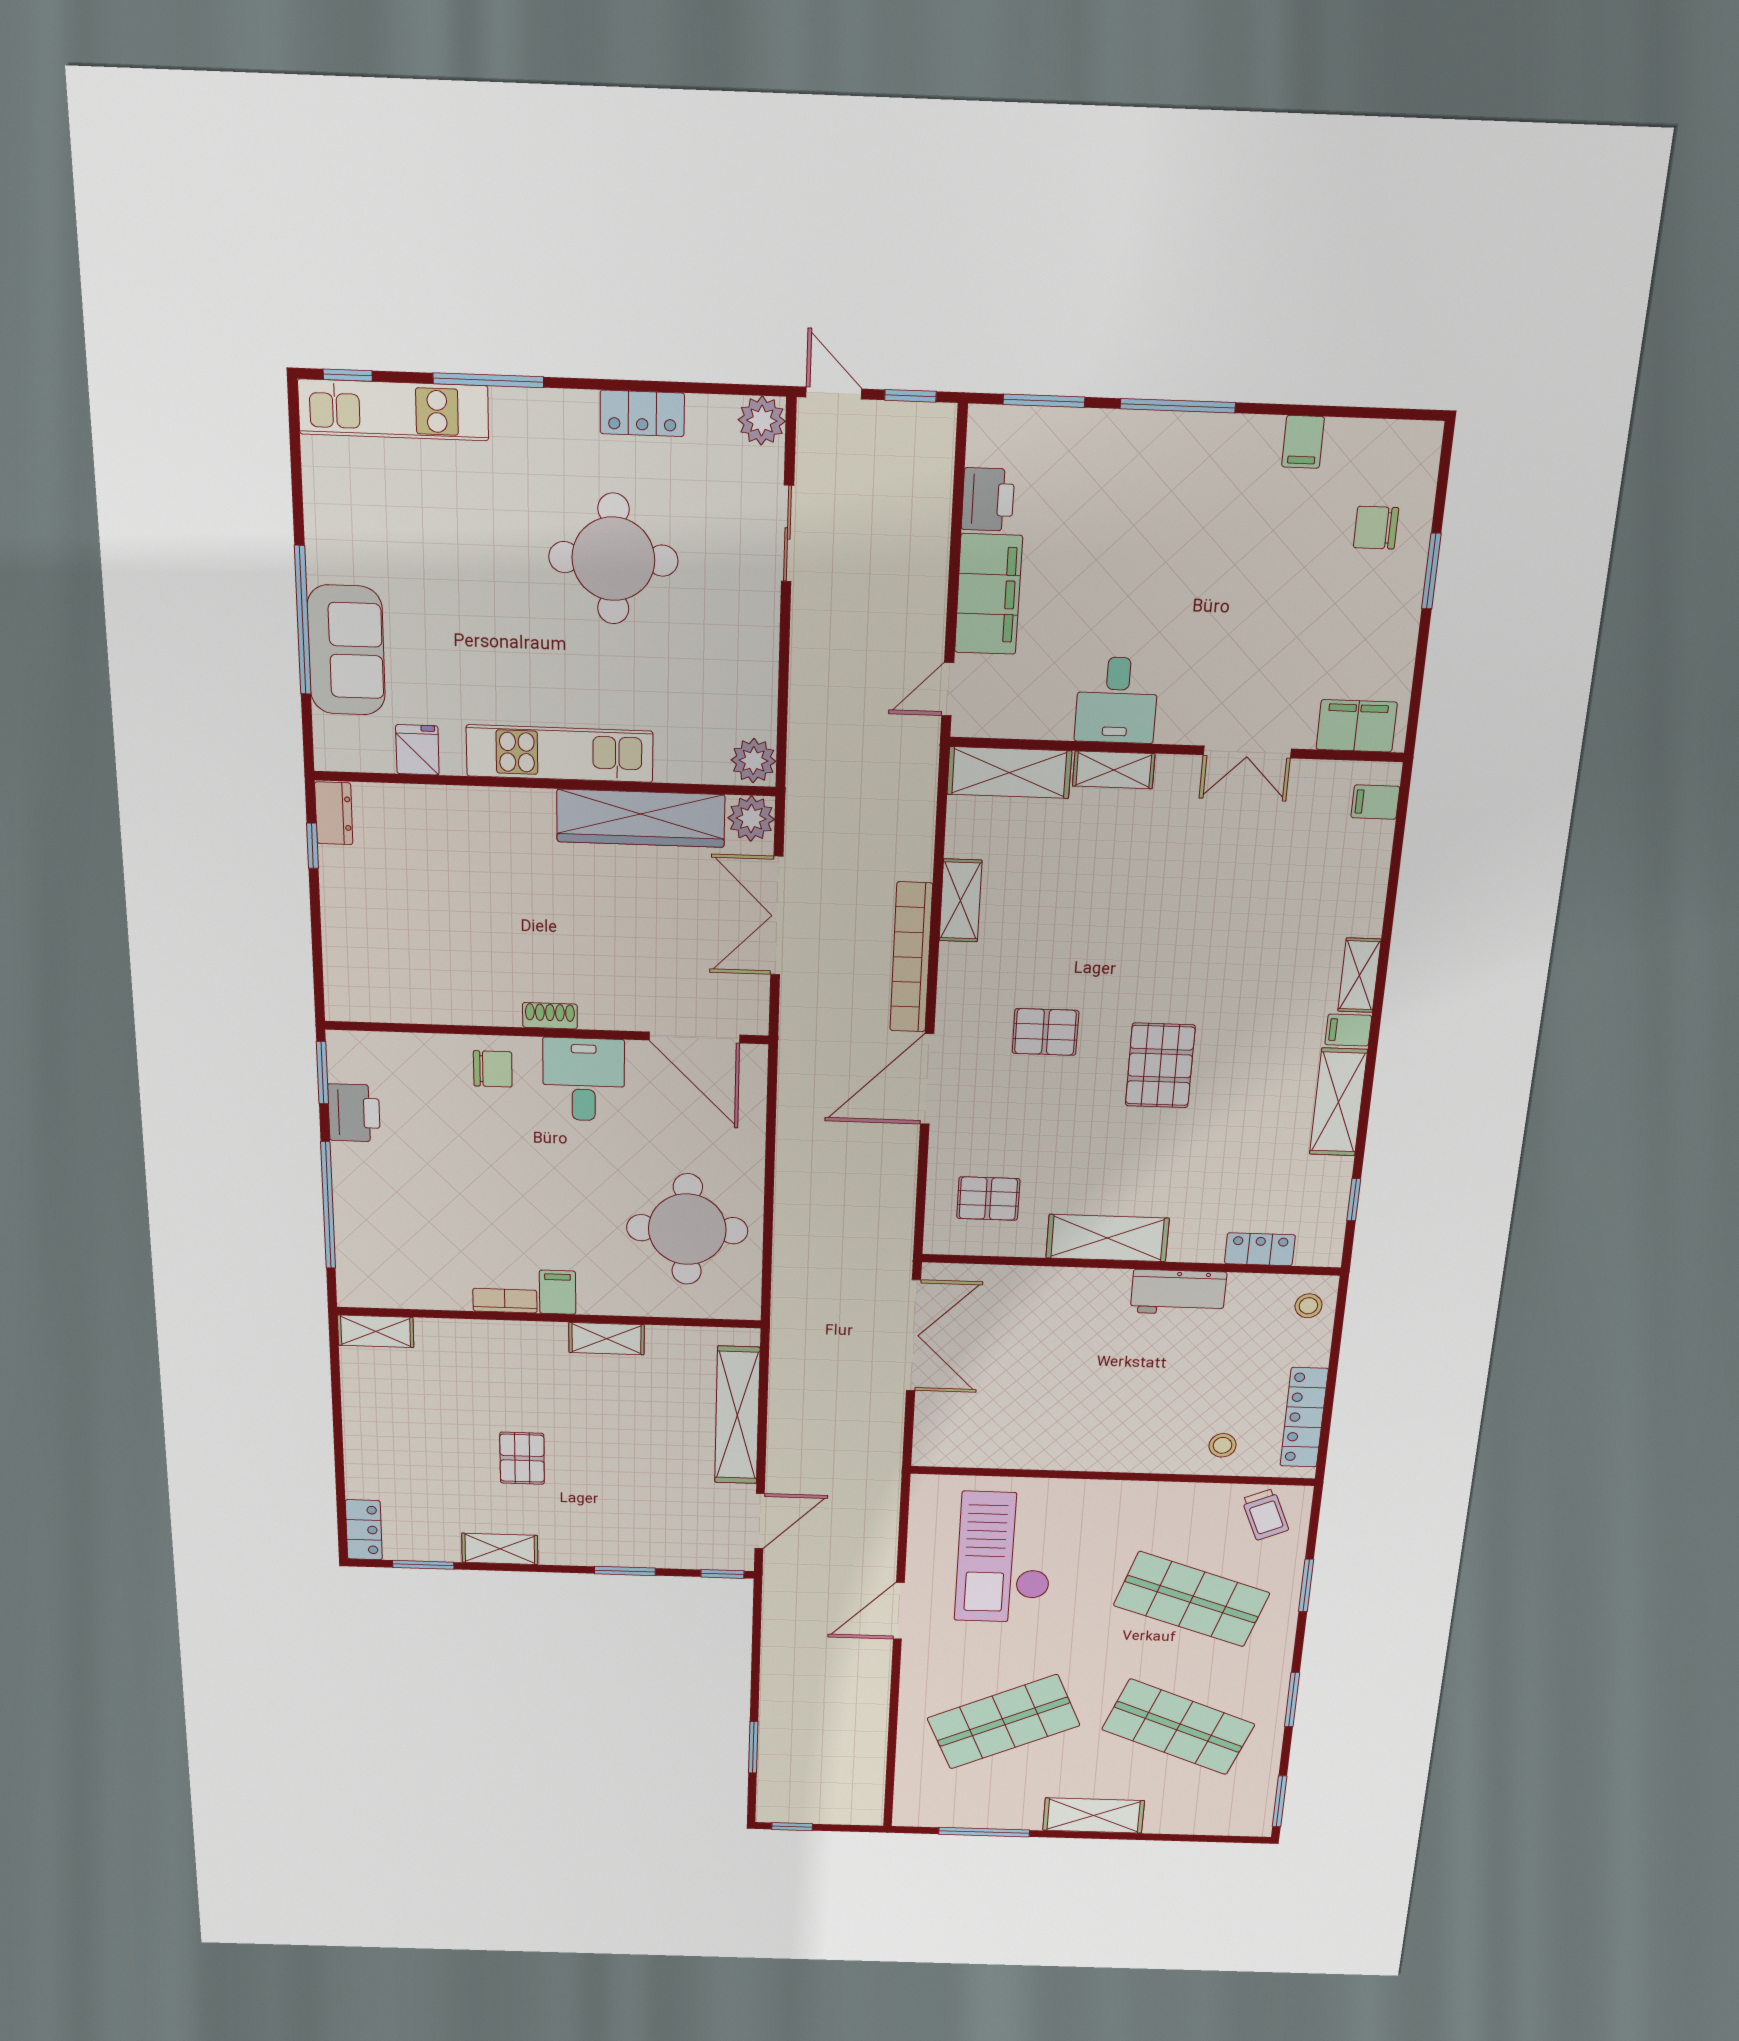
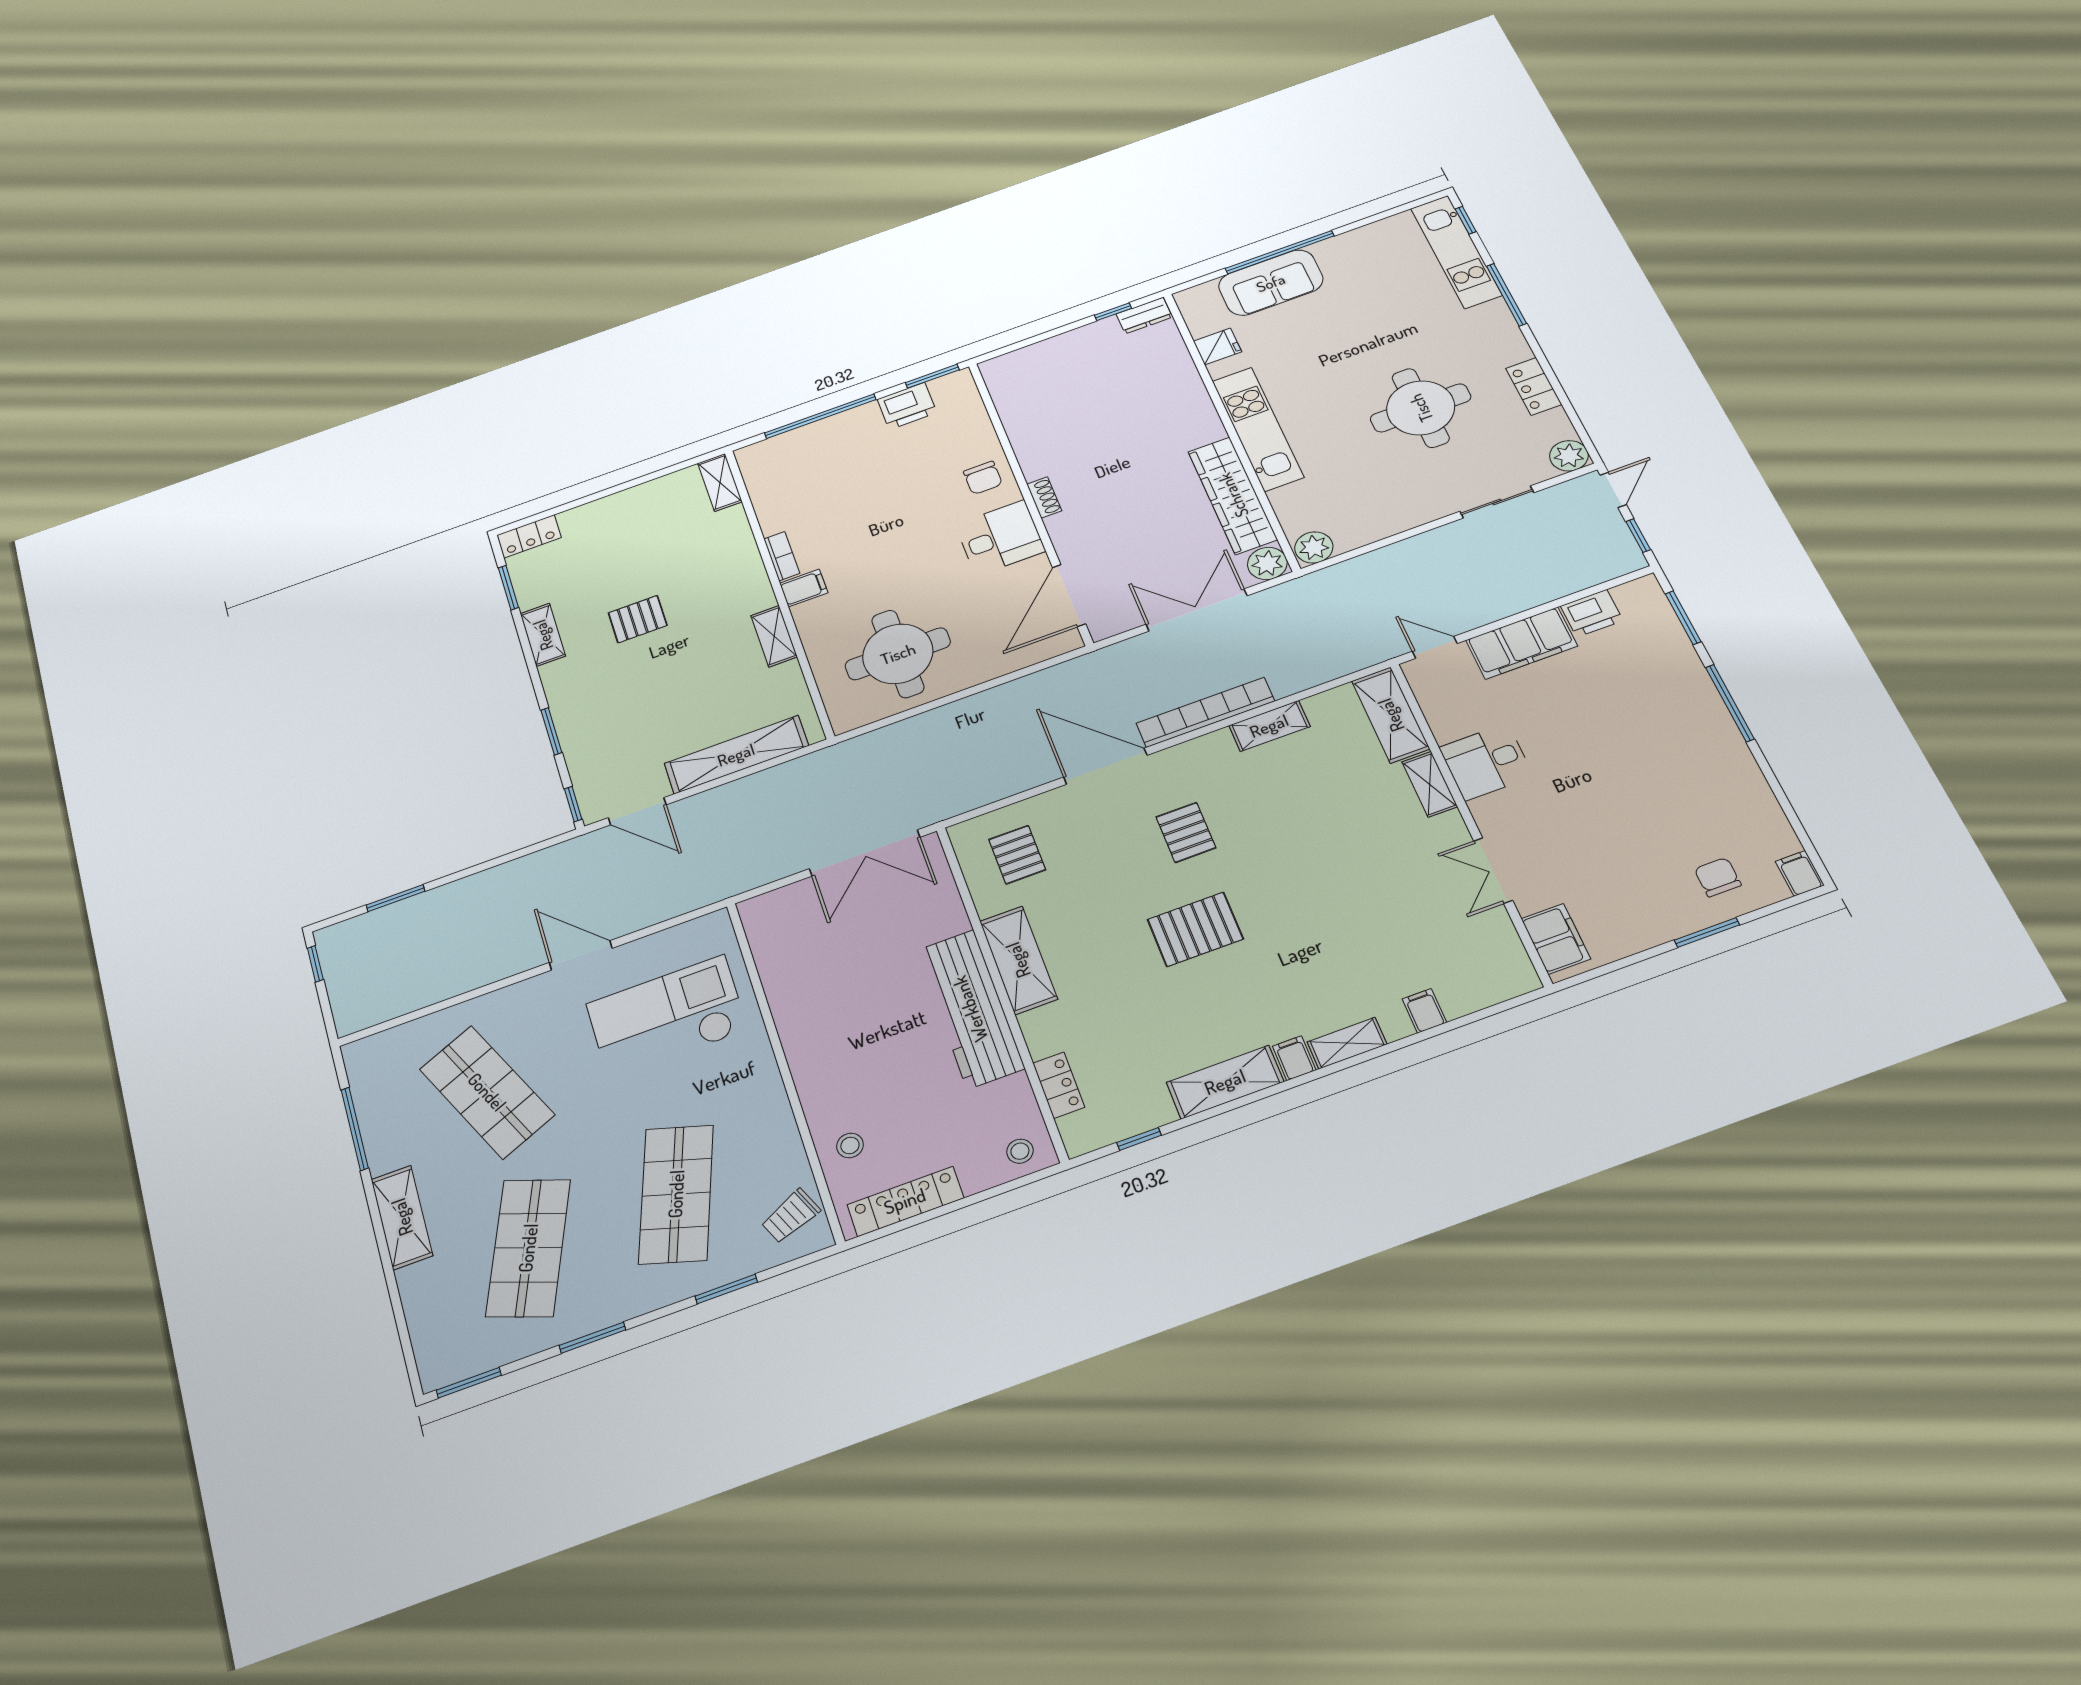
filing cabinet: (1303, 442) -> (1800, 873), moved, turned 90
filing cabinet: (1375, 802) -> (1424, 1011), moved
workbench: (1178, 1292) -> (970, 1009), width x1.87, depth x1.32

